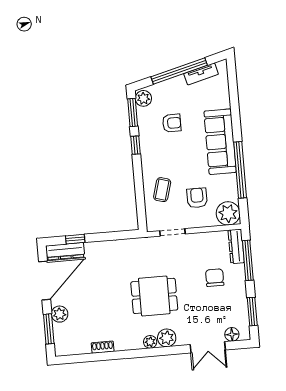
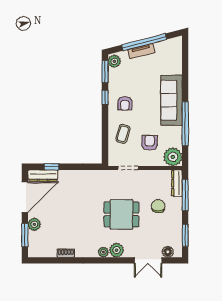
tv unit: (201, 74) -> (141, 51), moved
armchair: (172, 123) -> (125, 103), moved, turned 90
dining table: (154, 296) -> (121, 214), moved

